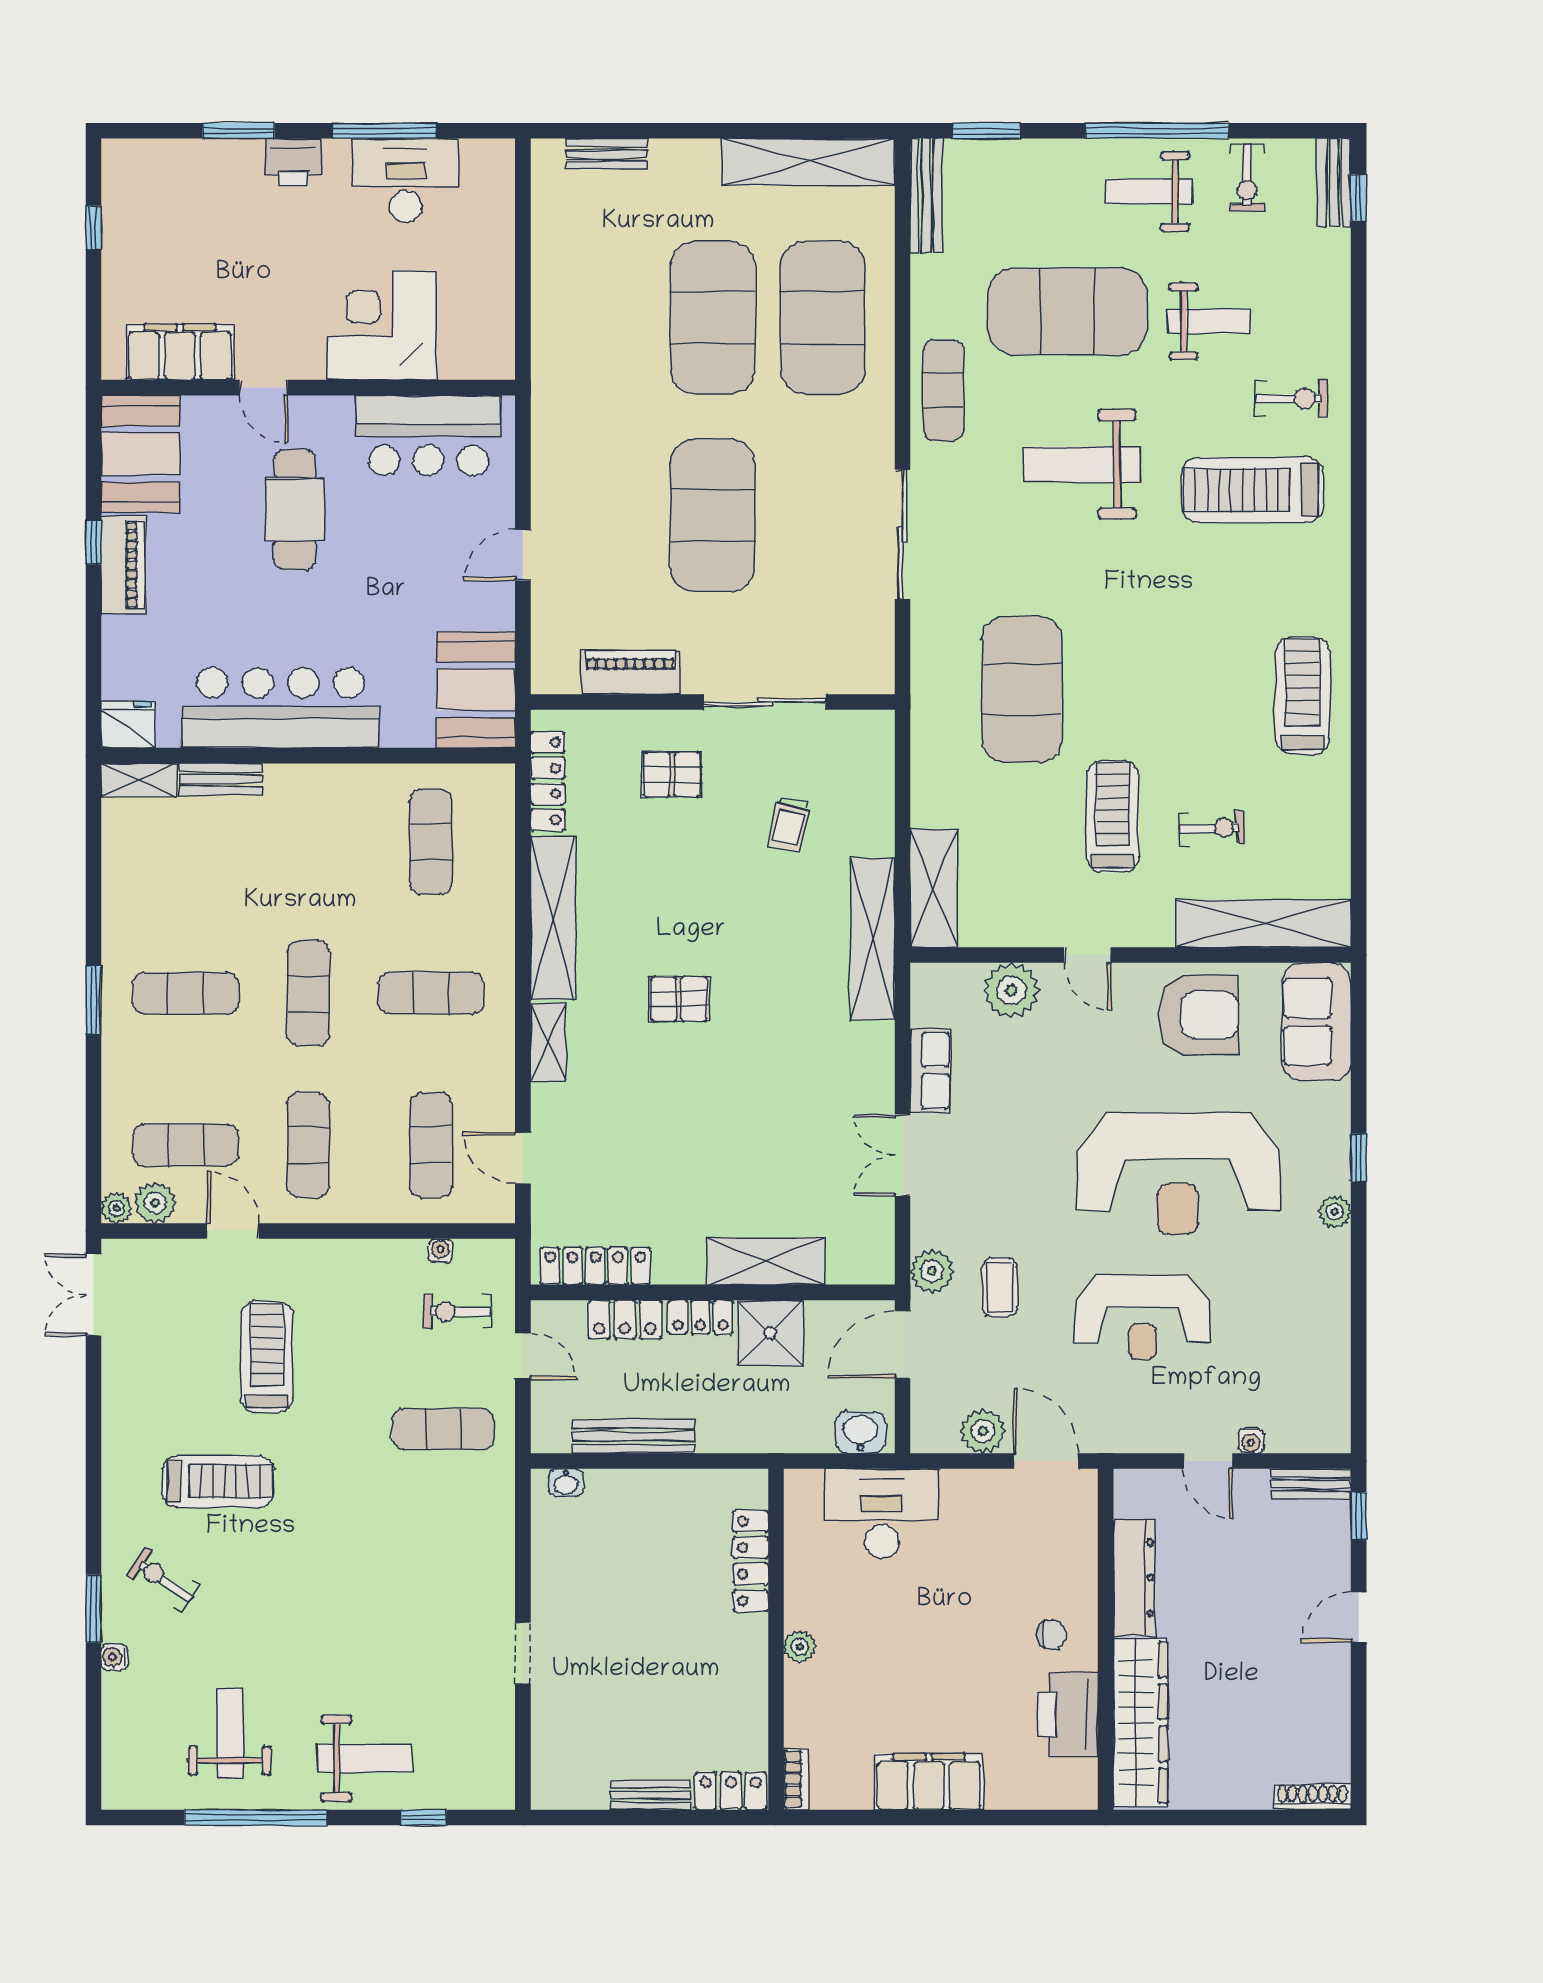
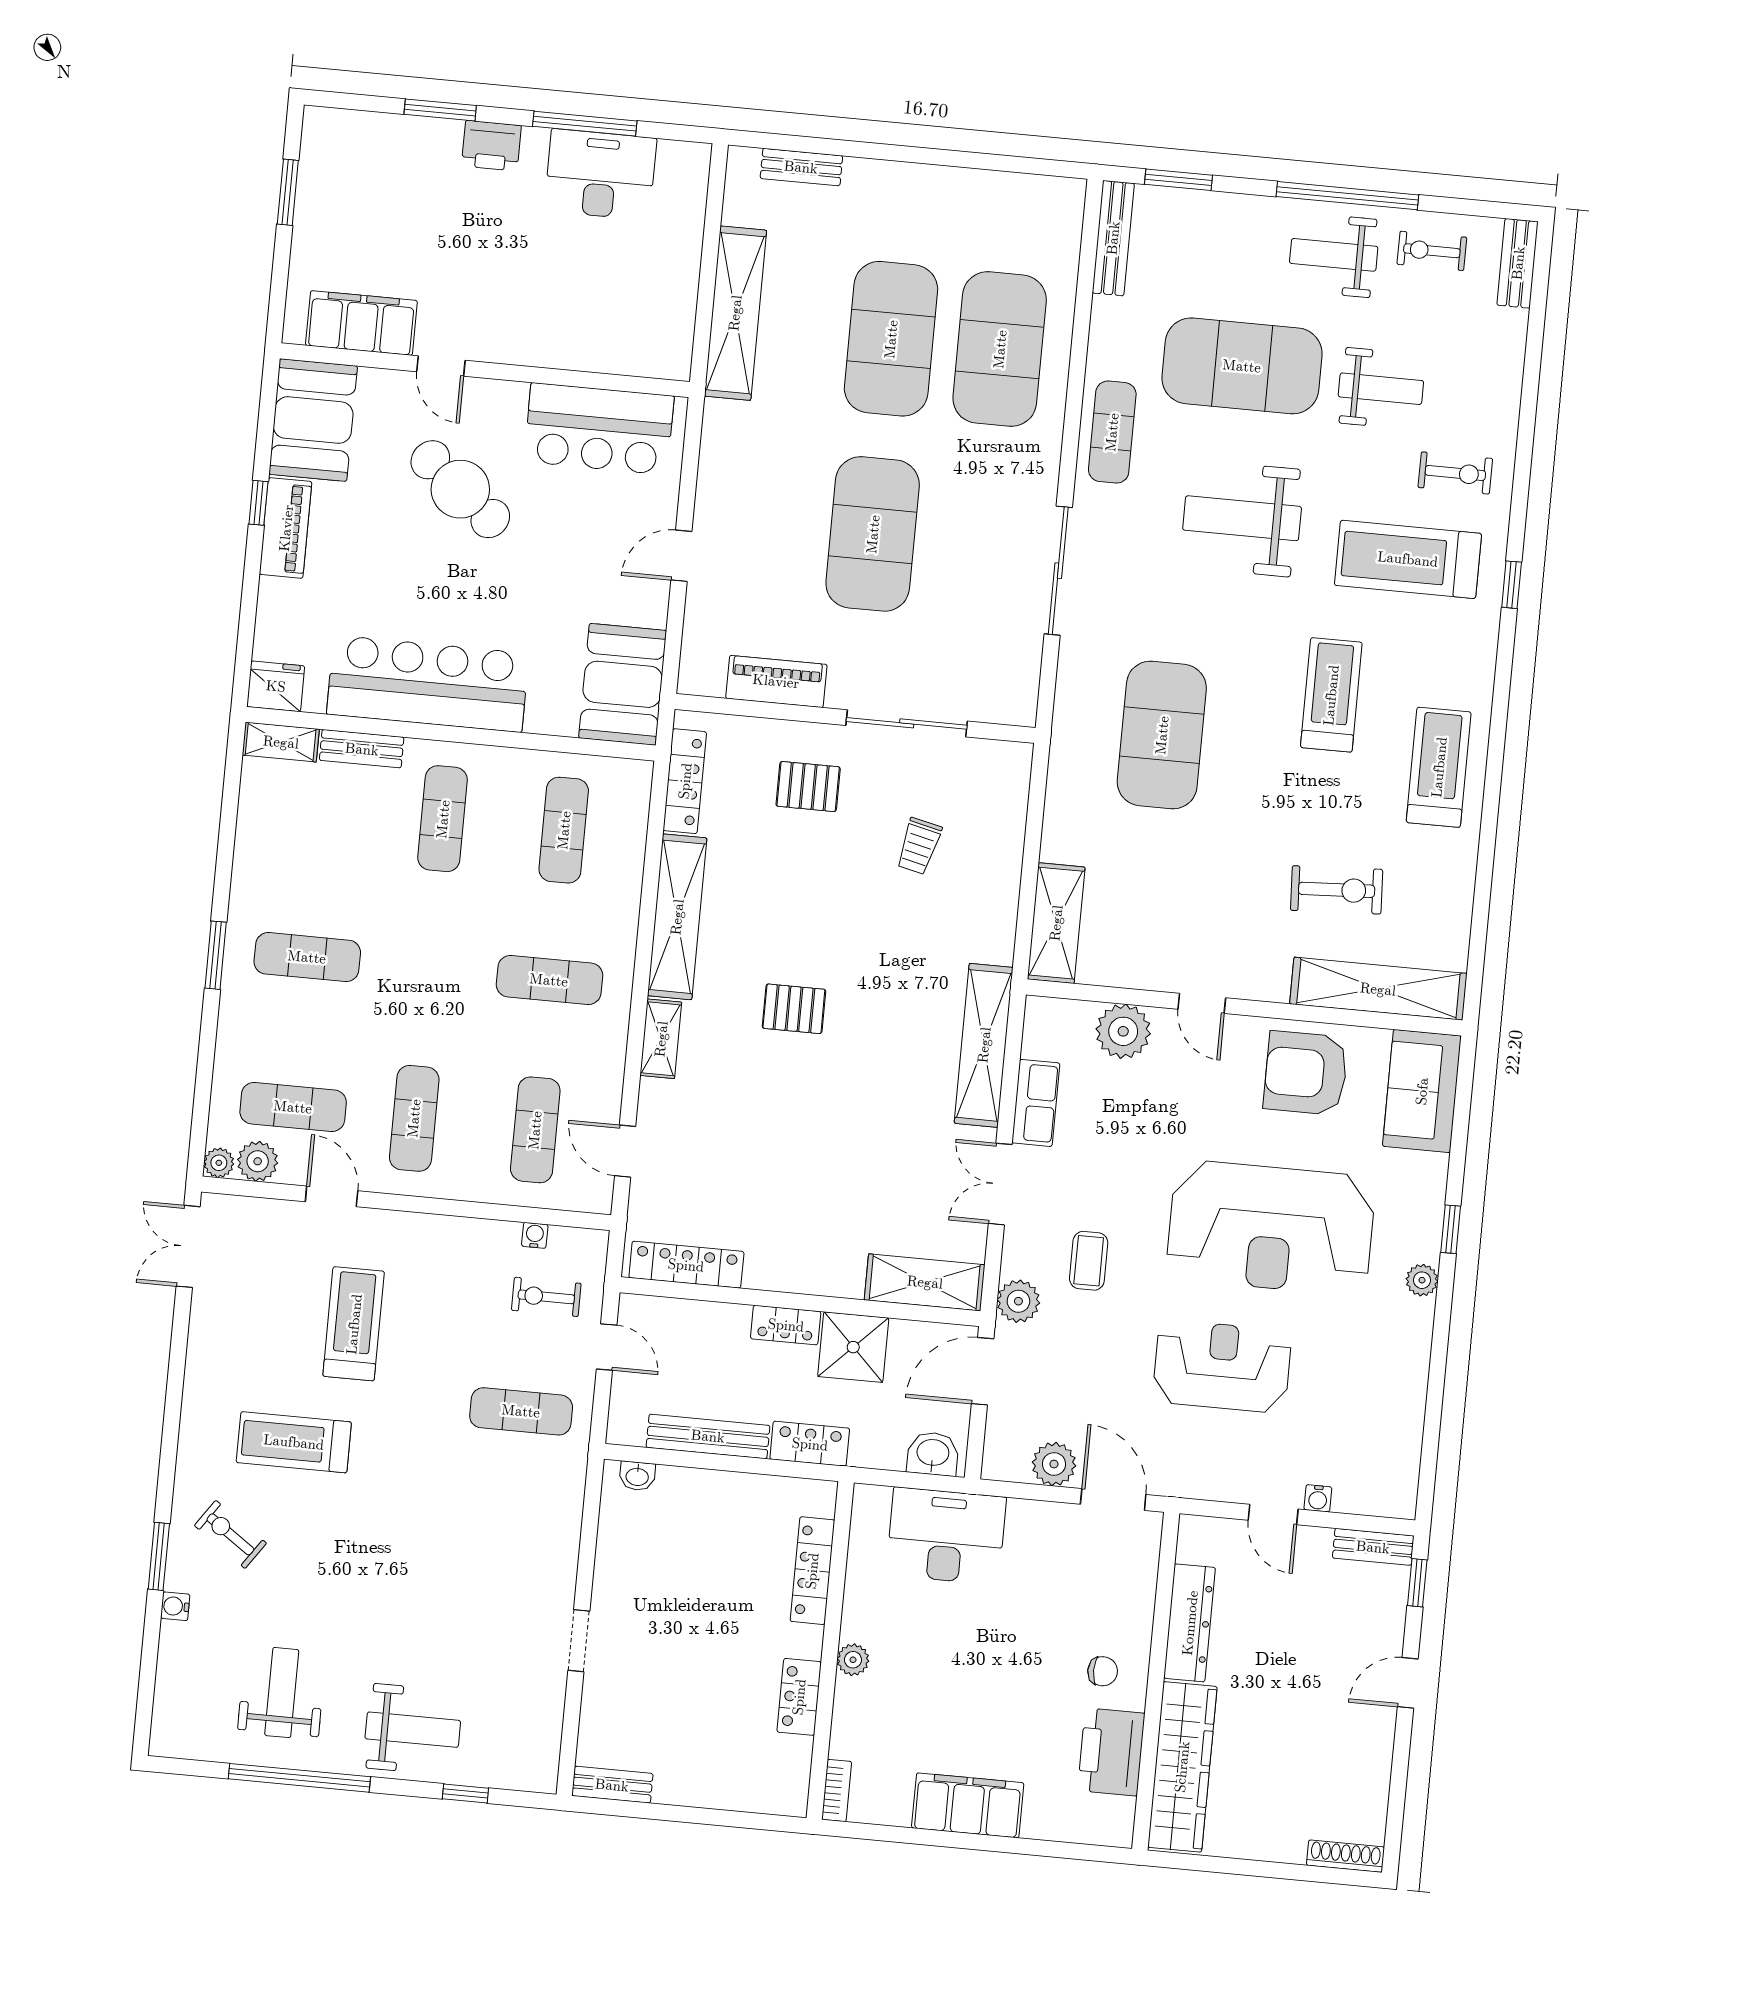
shelving: (809, 162) -> (735, 313), moved, turned 90
exercise bike: (1247, 178) -> (1432, 251), turned 90
window: (1359, 198) -> (1512, 585), moved
window: (94, 228) -> (288, 192), width x1.50
corner desk: (382, 325) -> (564, 316), removed
cafe table: (295, 509) -> (460, 489), turned -51
treadmill: (1113, 817) -> (1331, 695), moved
exercise bike: (1212, 828) -> (1337, 890), width x1.38, depth x1.39
shelving: (873, 939) -> (984, 1045), moved
exercise mat: (308, 993) -> (443, 819), moved
armchair: (1198, 1015) -> (1306, 1073), turned 180
shelving: (766, 1261) -> (925, 1282), moved
coffee table: (1000, 1287) -> (1089, 1261), moved
reception desk: (1142, 1317) -> (1222, 1366), turned 180
locker: (625, 1319) -> (810, 1444), moved, turned 180
treadmill: (218, 1481) -> (294, 1442), turned 180
locker: (731, 1791) -> (799, 1697), moved, turned -90
bench: (651, 1795) -> (612, 1785), moved

